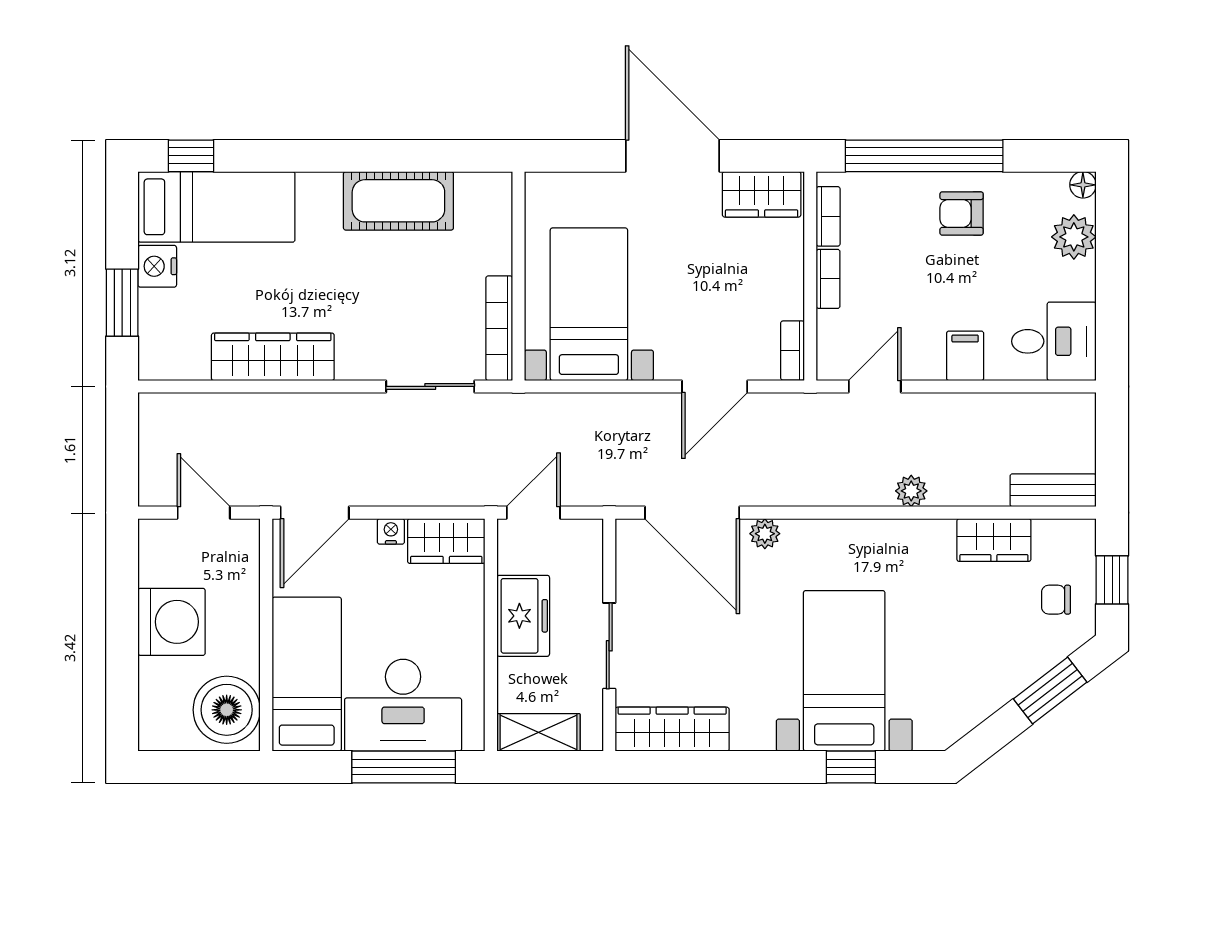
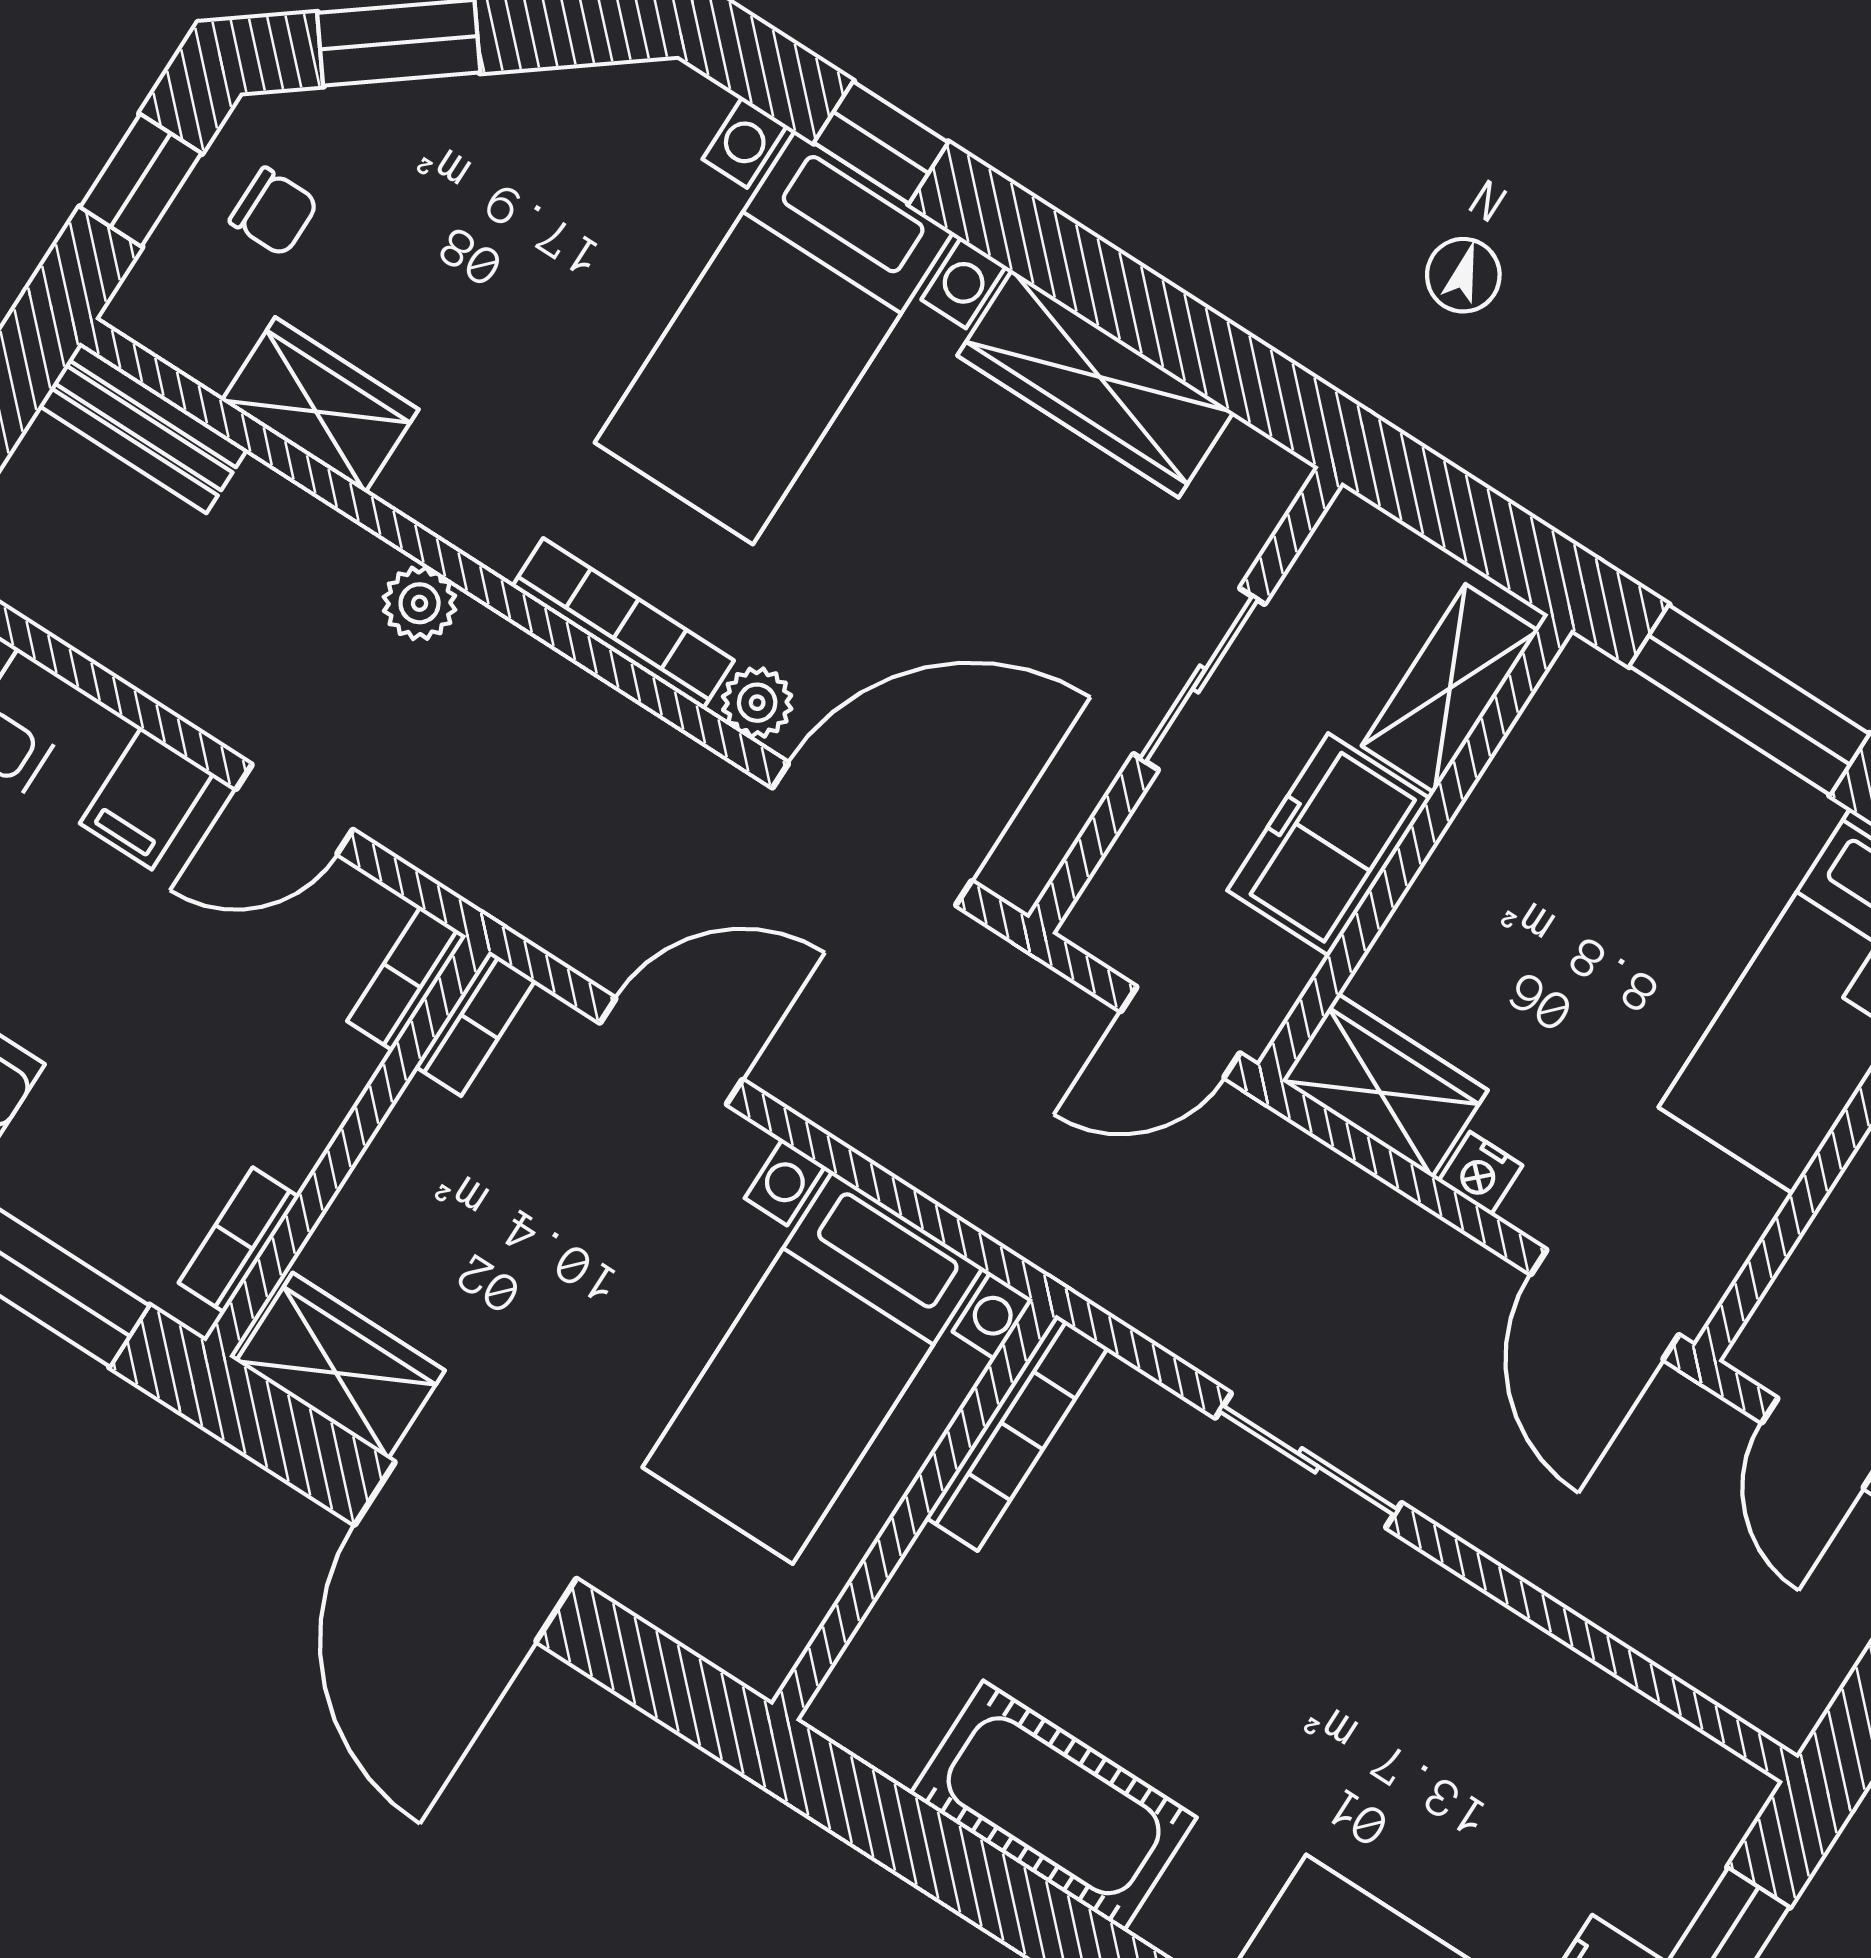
bookcase: (828, 279) -> (407, 979), moved
wardrobe: (273, 357) -> (1492, 1659), removed
sliding door: (430, 386) -> (1308, 1460), moved
door: (875, 386) -> (294, 809), moved
door: (315, 513) -> (1605, 1305), swing flipped
door: (692, 513) -> (872, 834), hinge flipped
bookcase: (832, 531) -> (623, 624), added
desk: (403, 705) -> (1673, 821), removed
wardrobe: (672, 729) -> (1095, 384), moved
shelving: (539, 732) -> (1450, 688), moved, turned 90

